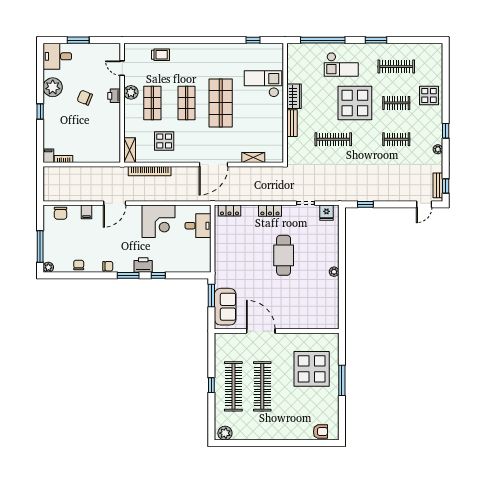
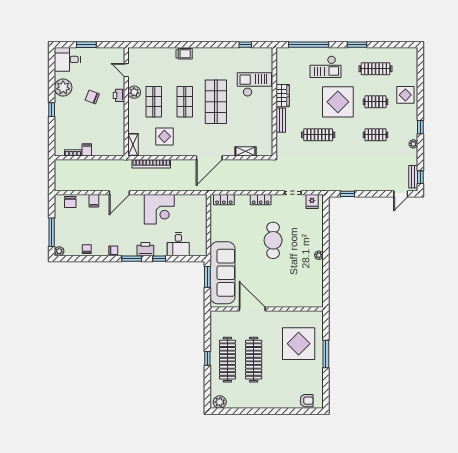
trolley: (160, 55) -> (184, 54), moved
filing cabinet: (48, 156) -> (87, 150), moved
desk: (198, 226) -> (178, 244), moved, turned 90
sofa: (225, 307) -> (223, 273), width x1.85, depth x1.27

